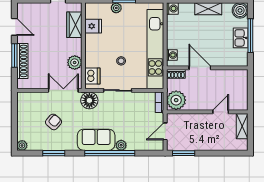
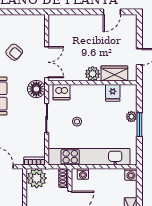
window: (14, 55) -> (83, 12), removed
shoe rack: (22, 61) -> (77, 20), removed
plant: (75, 62) -> (93, 74), moved

